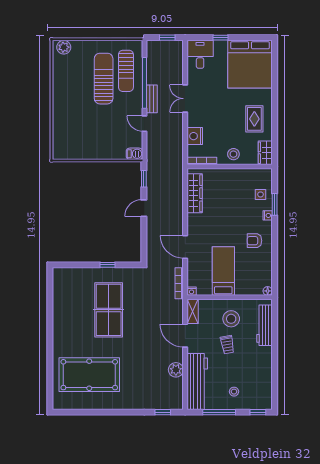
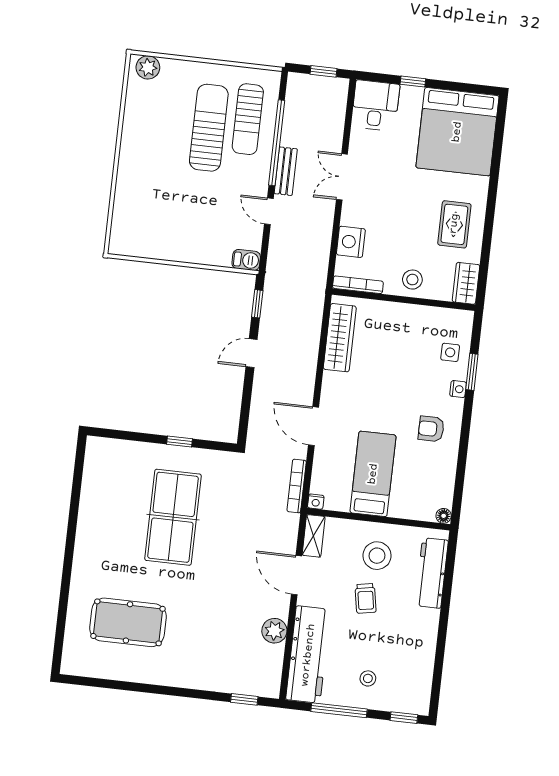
pool table: (89, 375) -> (128, 622), width x0.73, depth x0.76

